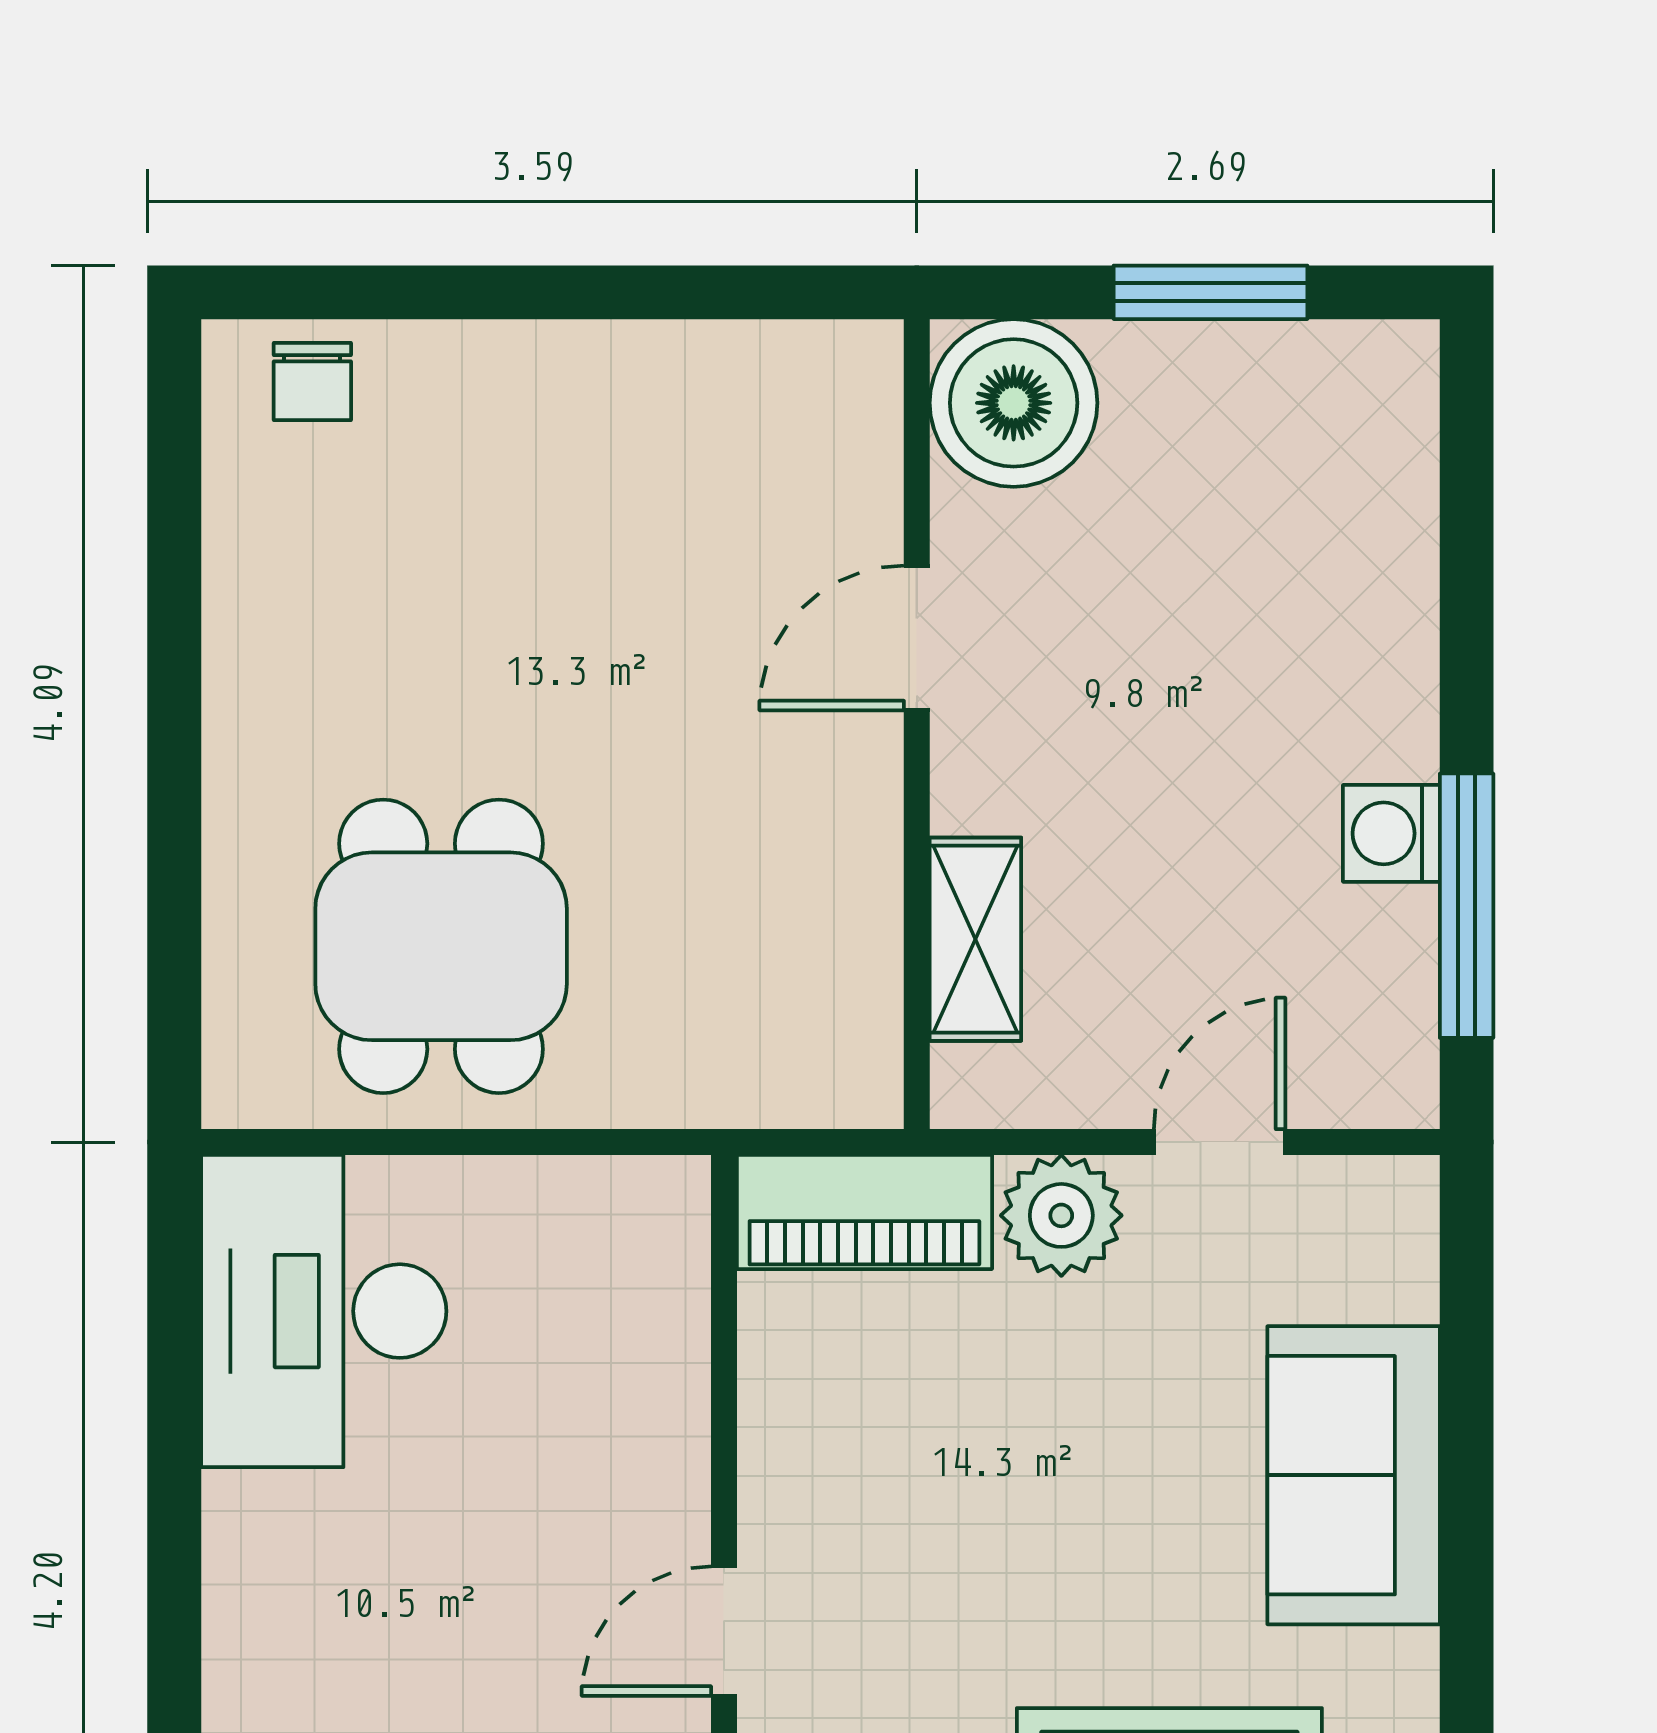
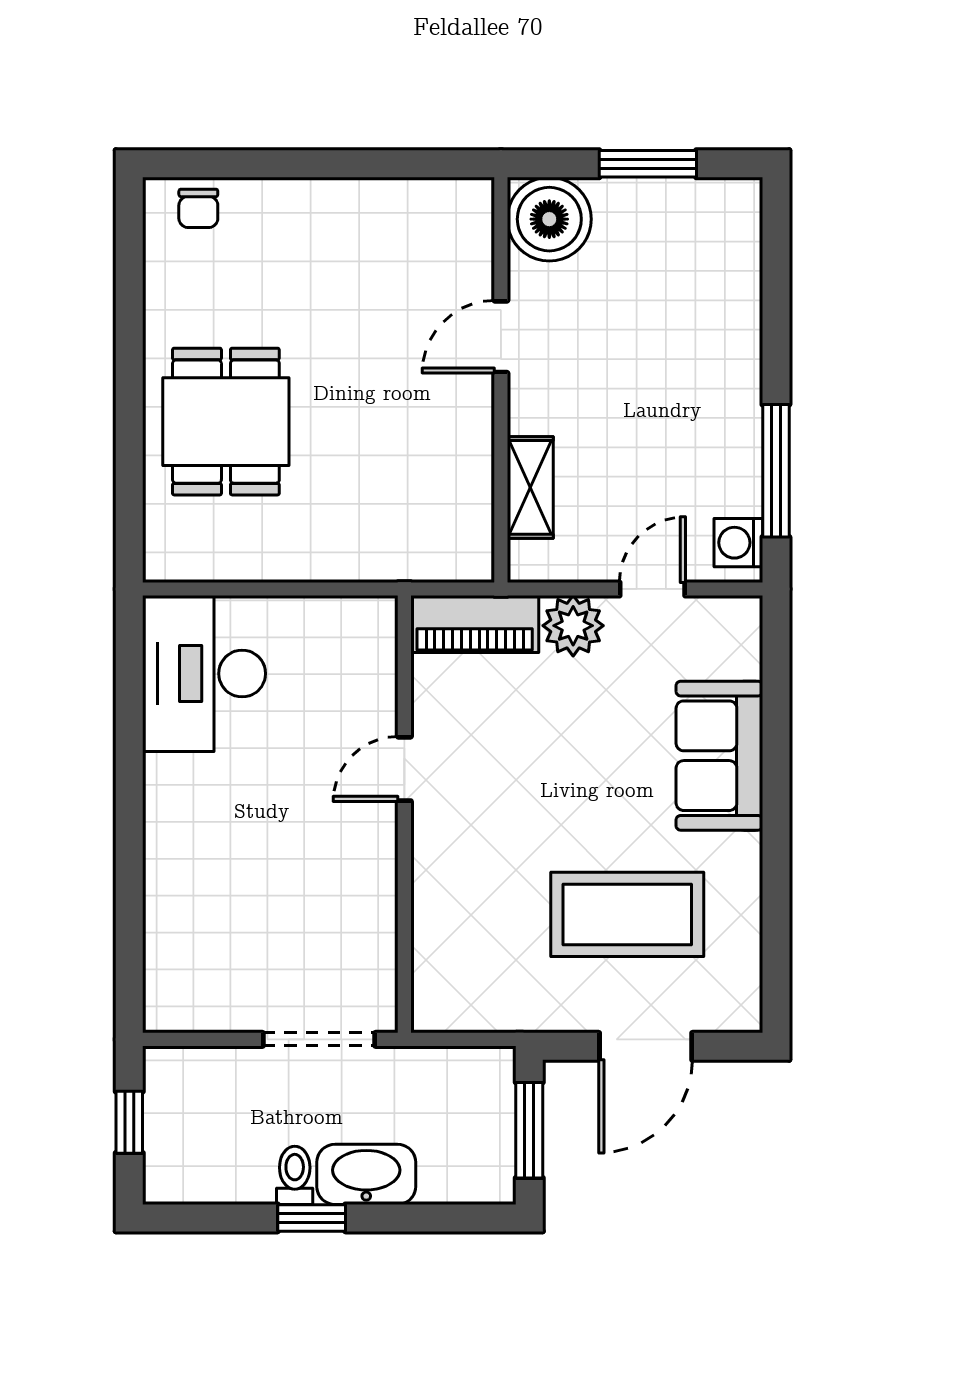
washing machine: (1391, 833) -> (738, 543), moved
dining table: (441, 946) -> (226, 422), moved
door: (724, 1631) -> (404, 769), moved

